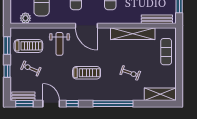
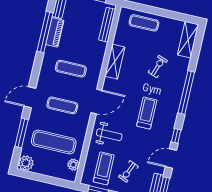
shelving: (133, 34) -> (115, 62), width x0.68

